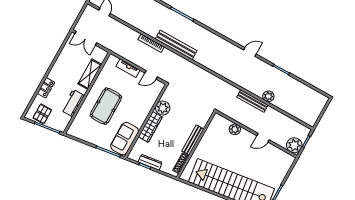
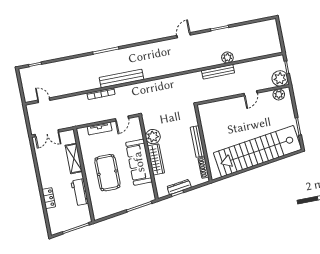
pallet: (42, 114) -> (63, 221), removed
plant: (235, 129) -> (279, 94), moved
sofa: (125, 139) -> (139, 162), moved, width x1.36

